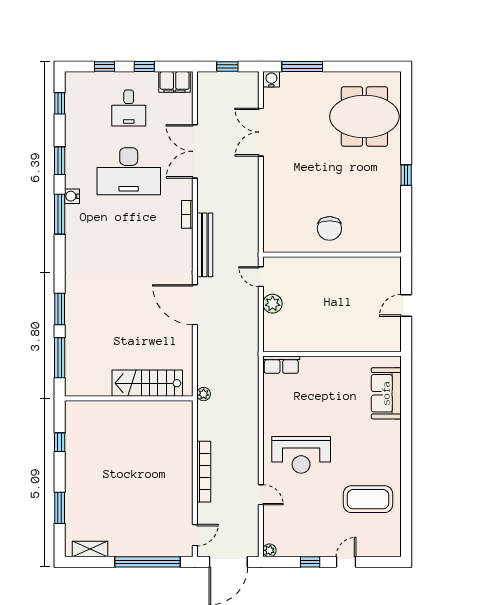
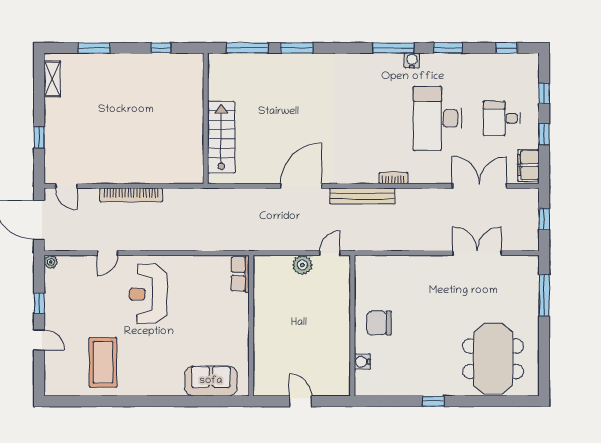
water cooler: (271, 79) -> (362, 362), moved, turned 180
double door: (195, 151) -> (479, 186), moved
plant: (204, 394) -> (210, 195), removed
window: (147, 562) -> (39, 137), width x0.32

